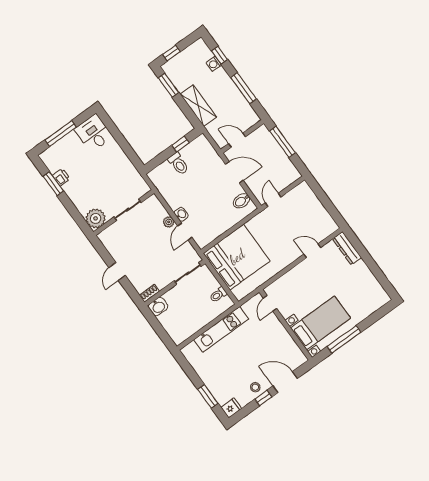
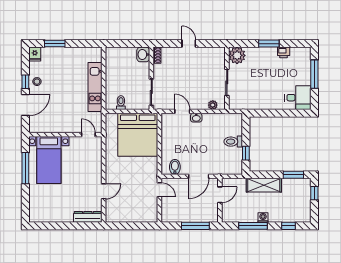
washing machine: (214, 64) -> (263, 217), moved
window: (53, 184) -> (269, 44), moved
plant: (169, 222) -> (213, 105), moved

